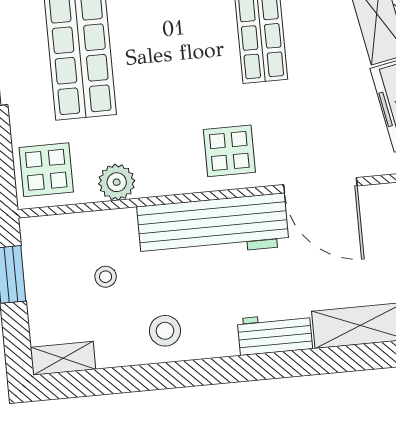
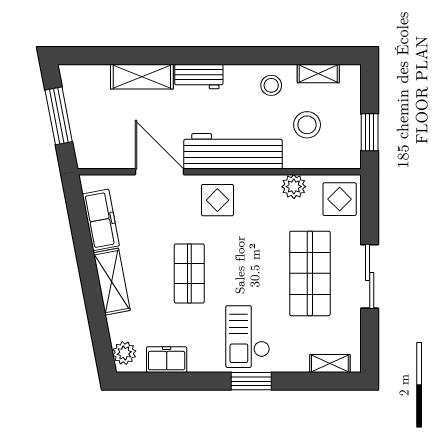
stool: (106, 277) -> (307, 125), width x1.89, depth x1.89
shelving: (63, 358) -> (318, 74), moved

